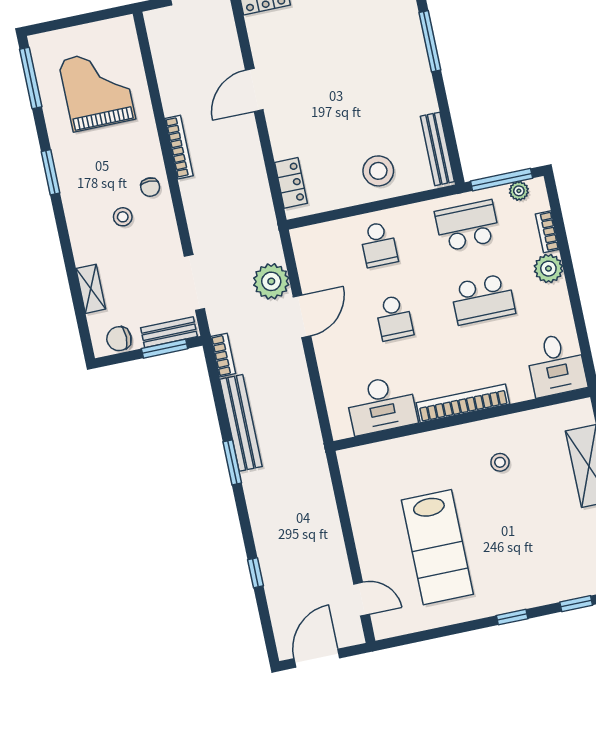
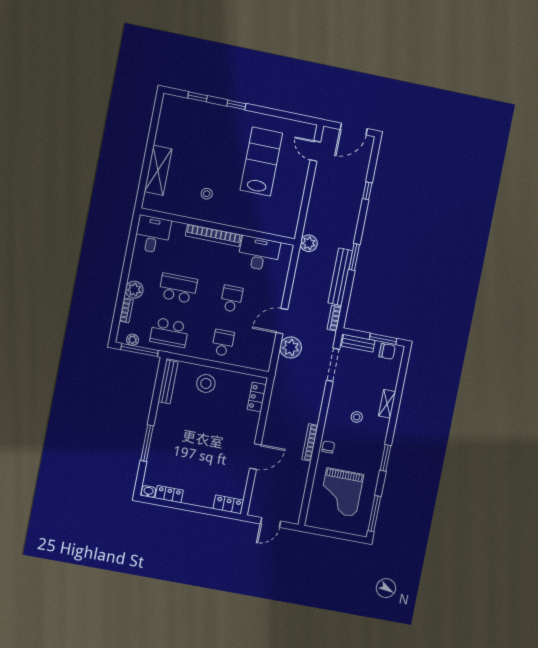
chair: (150, 187) -> (328, 447), moved
shelving: (91, 289) -> (387, 404), moved
window: (165, 349) -> (383, 339), moved
plant: (311, 454) -> (309, 243), added

